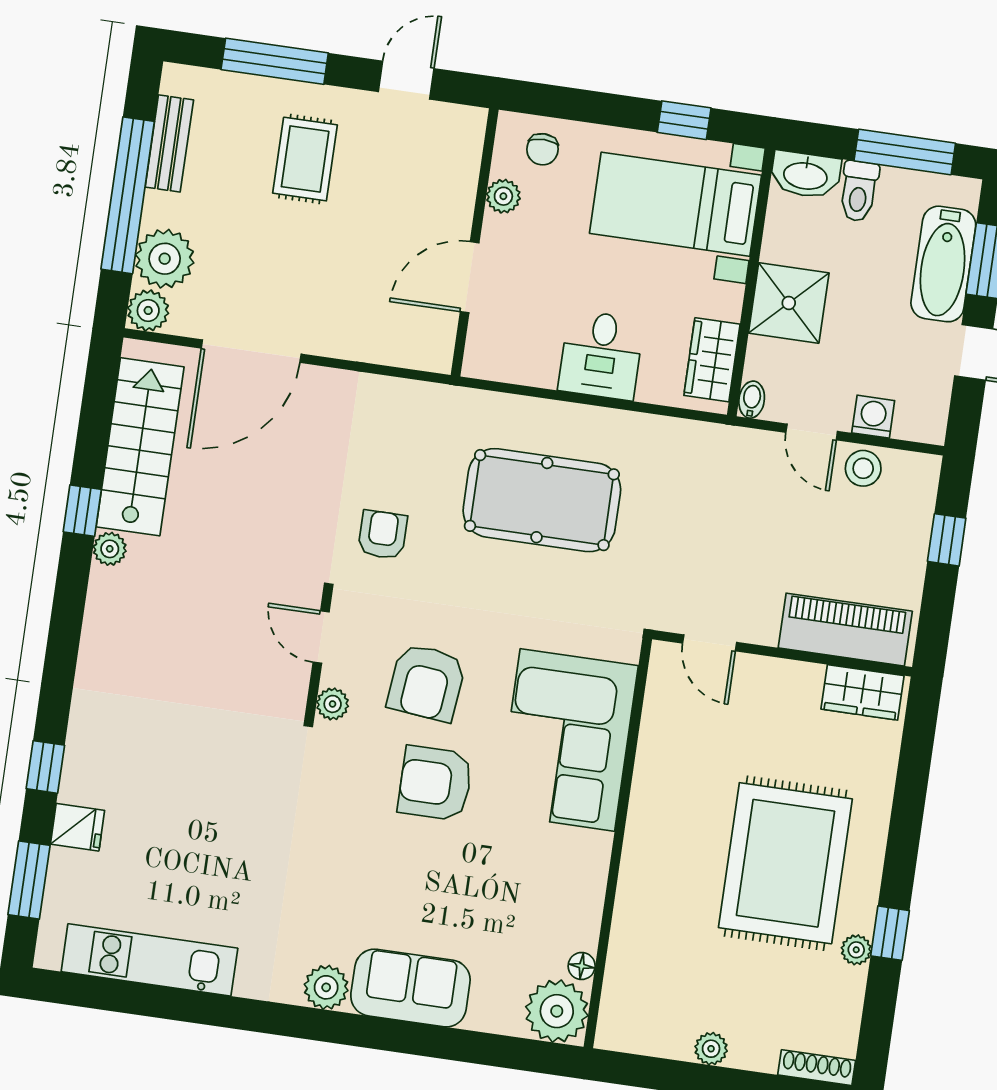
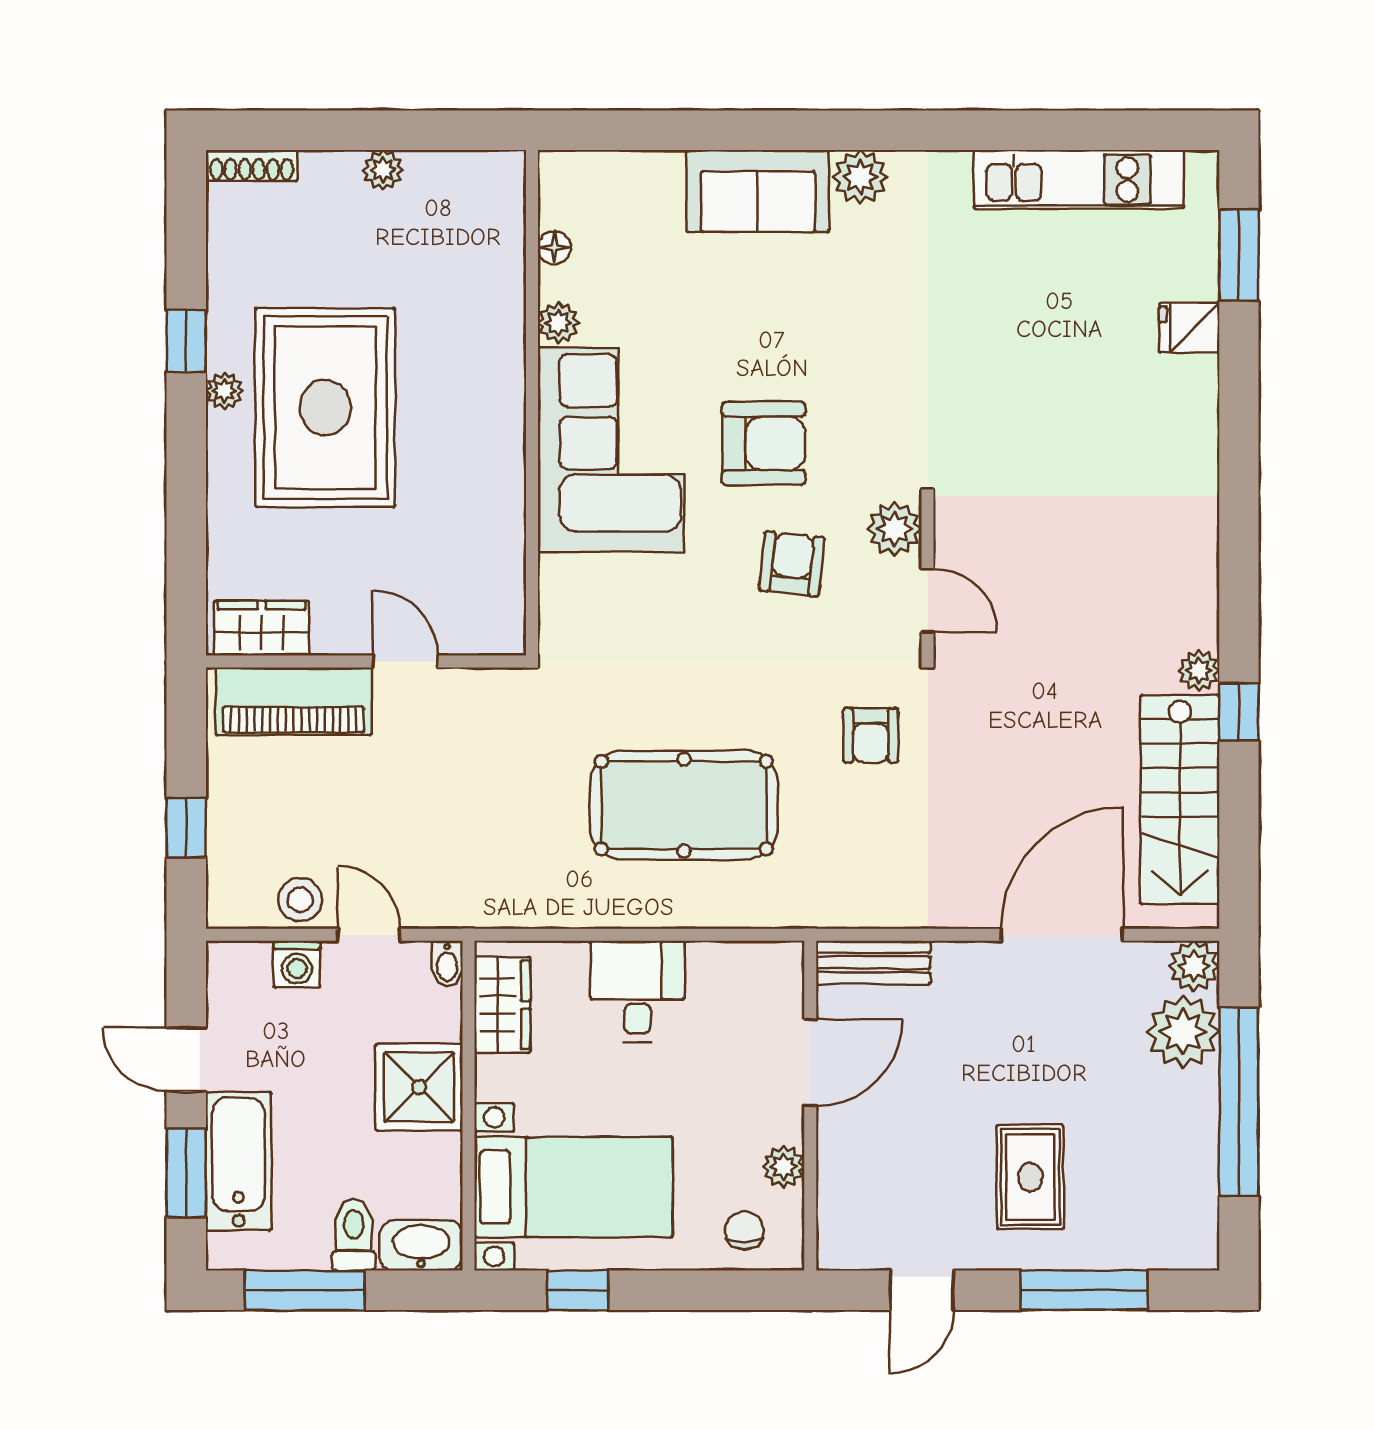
bench: (169, 143) -> (873, 962), moved, turned 90
door: (710, 643) -> (405, 661), moved
armchair: (426, 683) -> (792, 564), width x0.72, depth x0.72
plant: (333, 704) -> (894, 529), width x1.38, depth x1.38
corner sofa: (567, 740) -> (611, 450), moved
window: (45, 767) -> (1239, 395), removed
plant: (856, 950) -> (224, 391), moved
plant: (557, 1011) -> (558, 323), moved, width x0.53, depth x0.53

